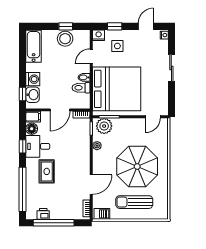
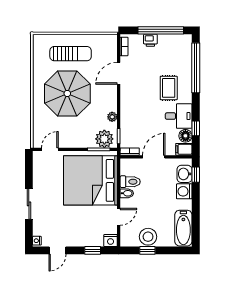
side table: (117, 46) -> (89, 228), removed
window: (23, 146) -> (196, 128), moved
printer: (43, 214) -> (150, 40), moved
barbecue: (102, 214) -> (107, 40), removed

